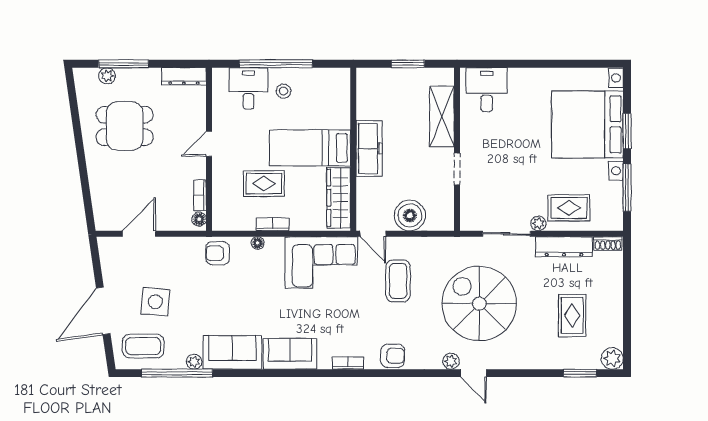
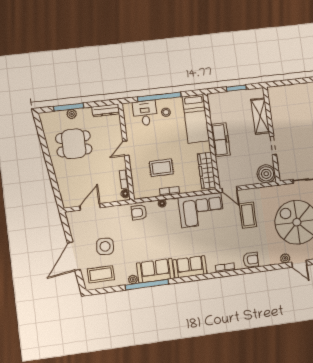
plant: (107, 76) -> (72, 114), moved
desk: (487, 90) -> (284, 98), removed
bed: (310, 148) -> (196, 119), moved, turned -90
boiler: (410, 216) -> (266, 174), moved
window: (177, 373) -> (147, 285), moved

